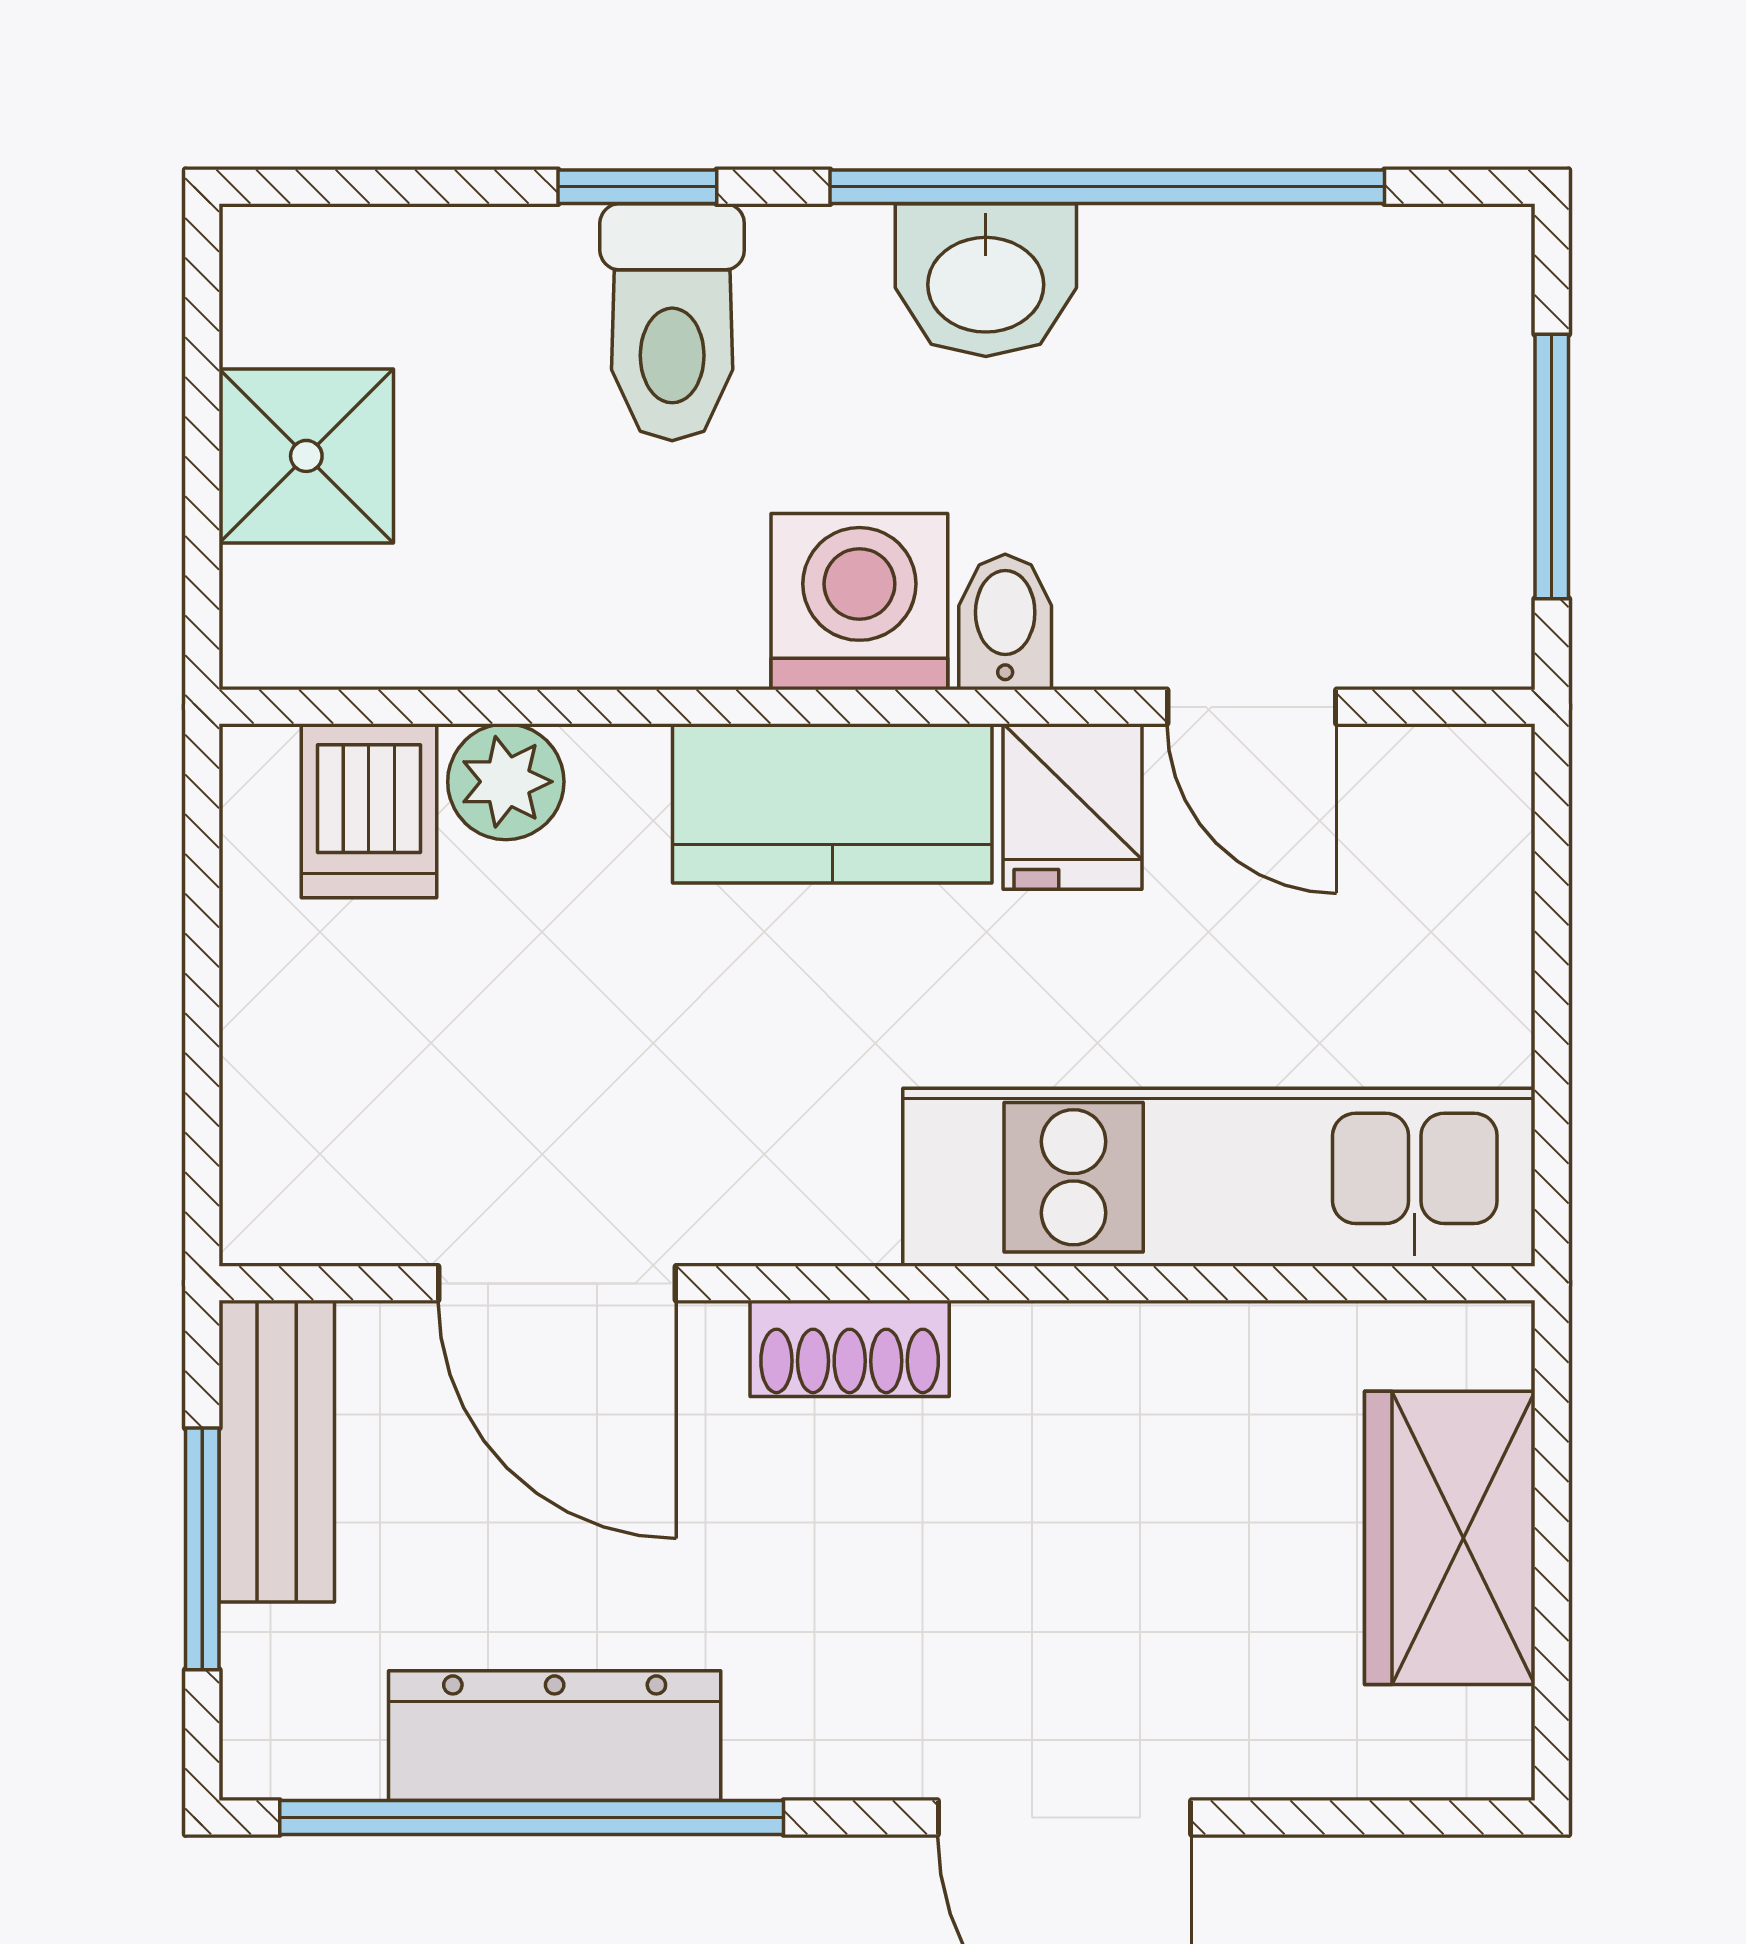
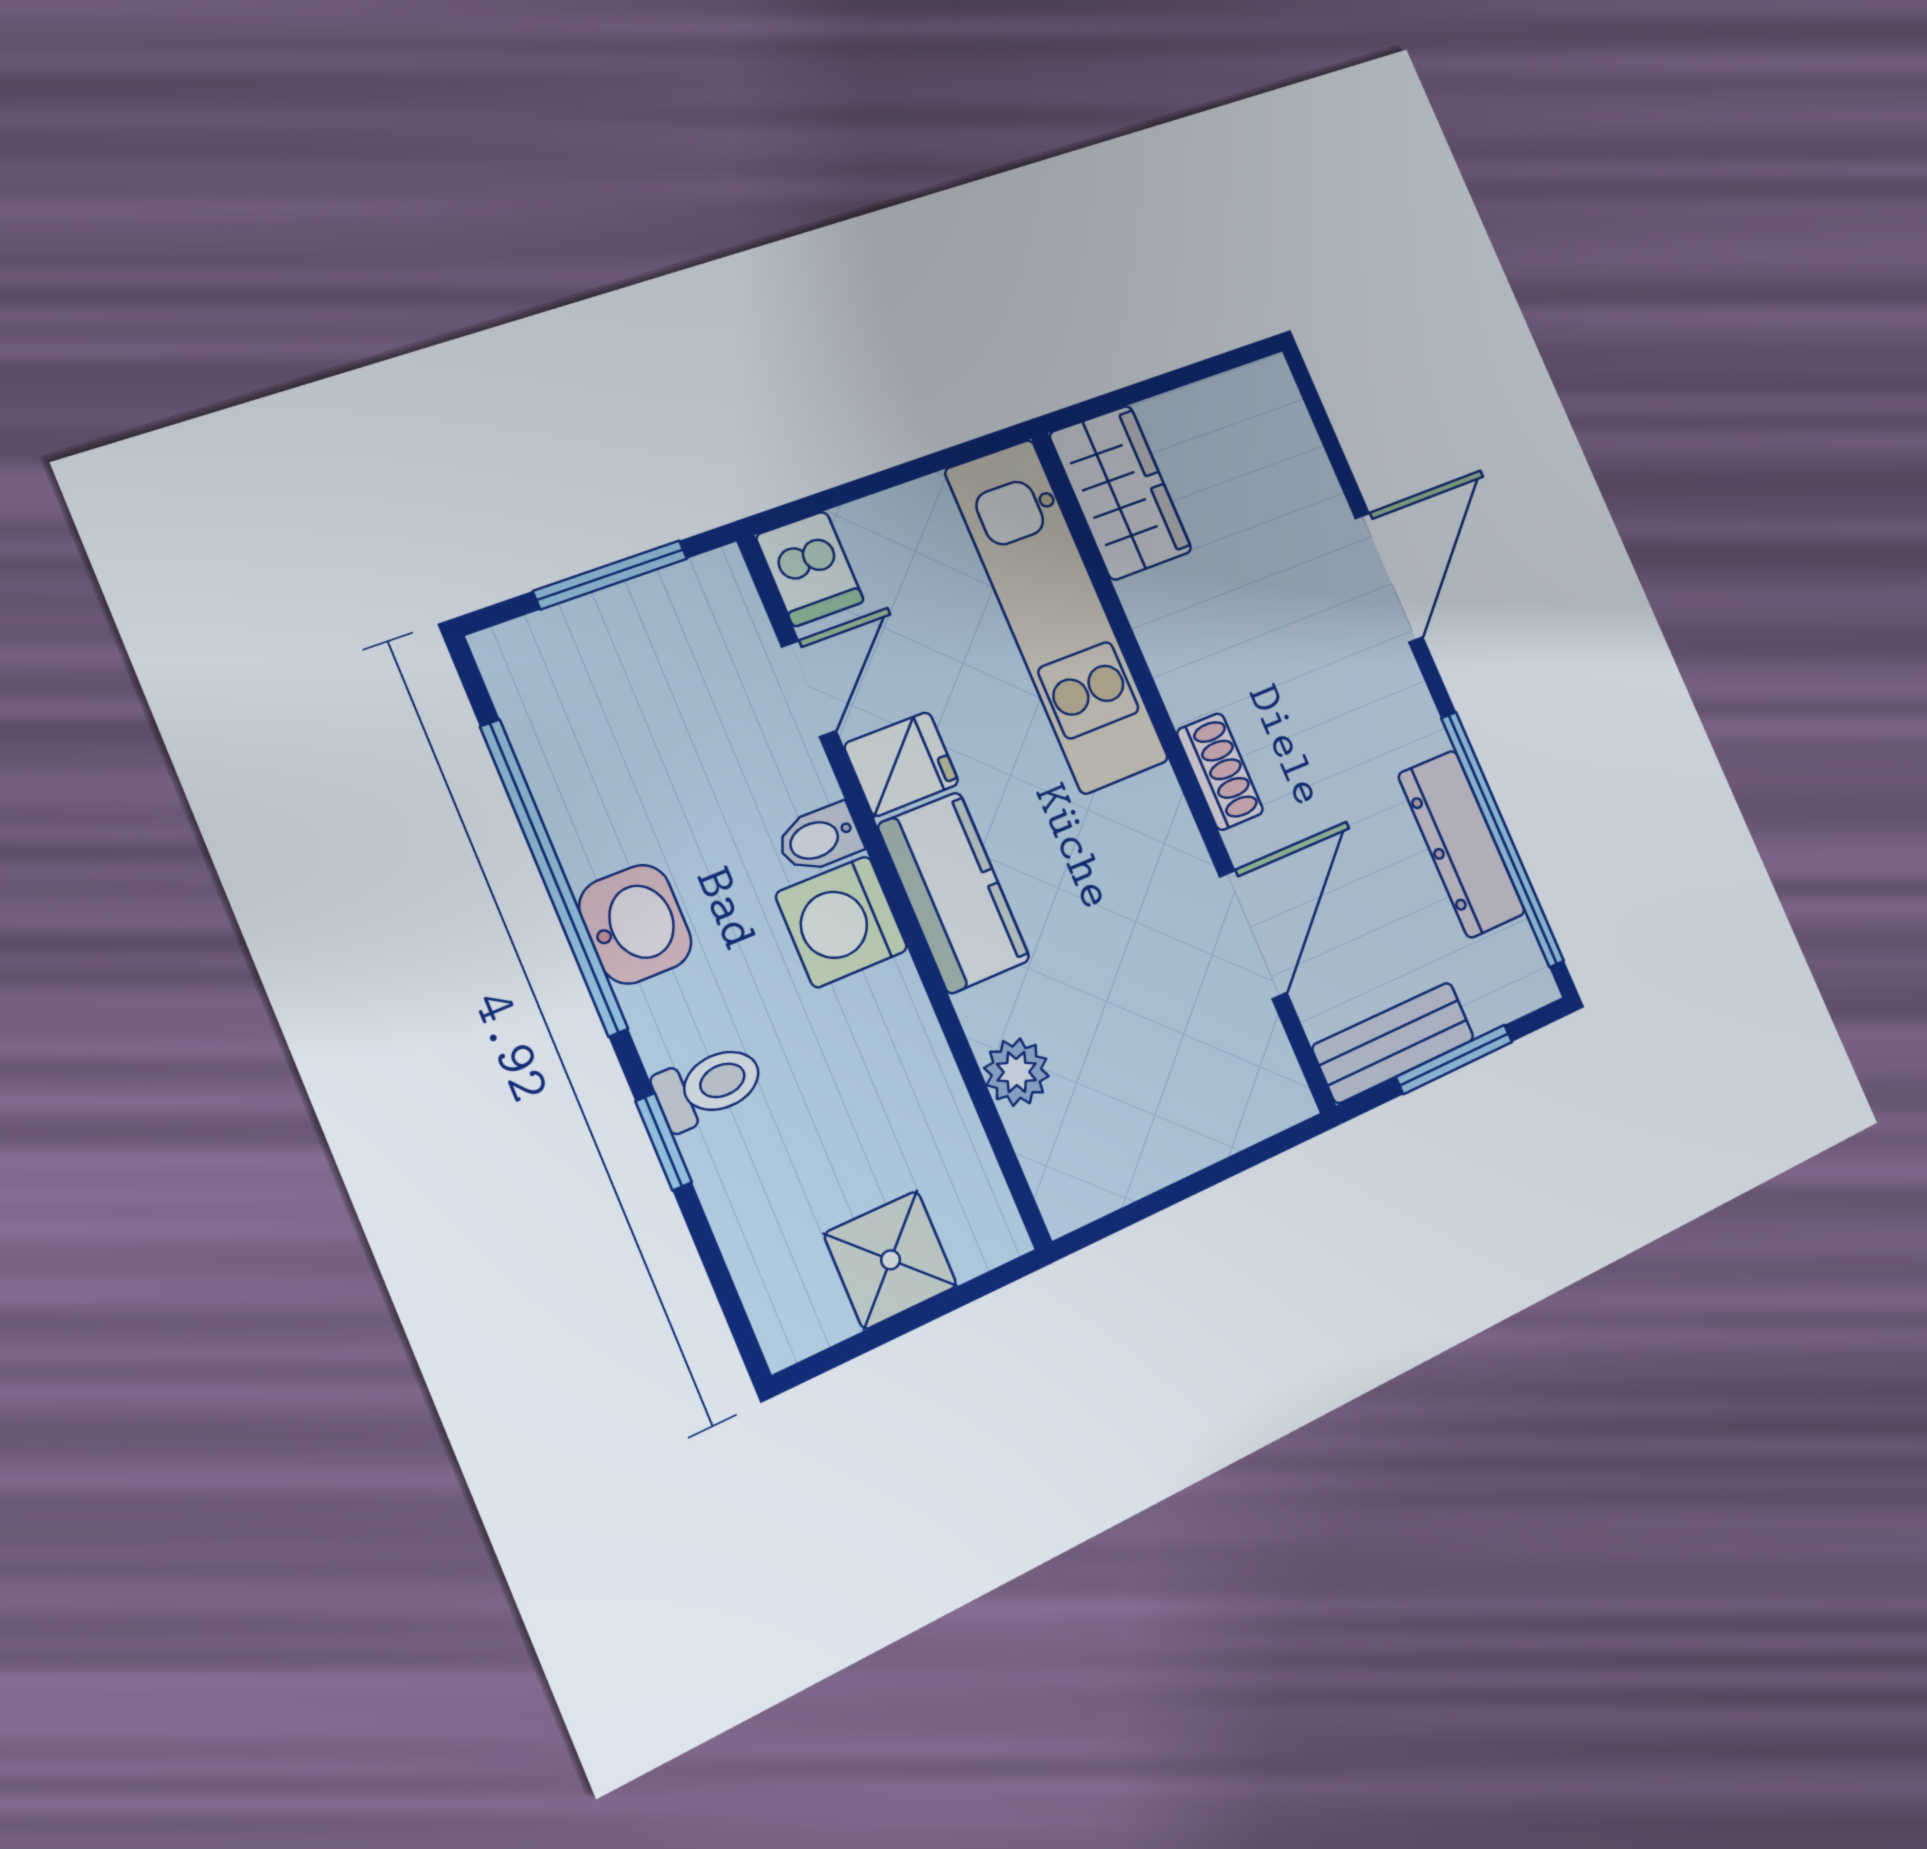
toilet: (672, 322) -> (709, 1086), width x0.73, depth x0.72
dishwasher: (369, 811) -> (810, 569), moved, turned 90
wardrobe: (1450, 1538) -> (1121, 492), moved, turned -90

